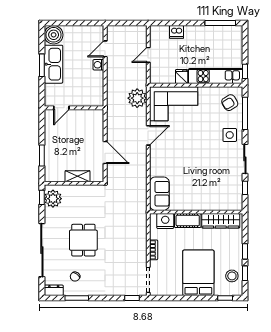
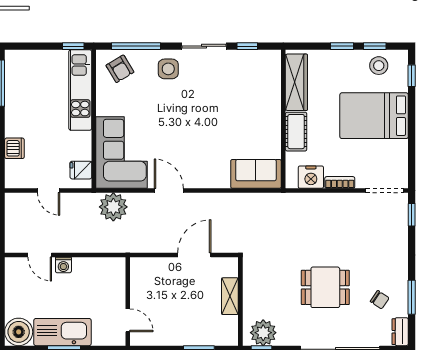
fridge: (182, 76) -> (81, 170), moved
nightstand: (165, 221) -> (311, 177), moved, turned -90

